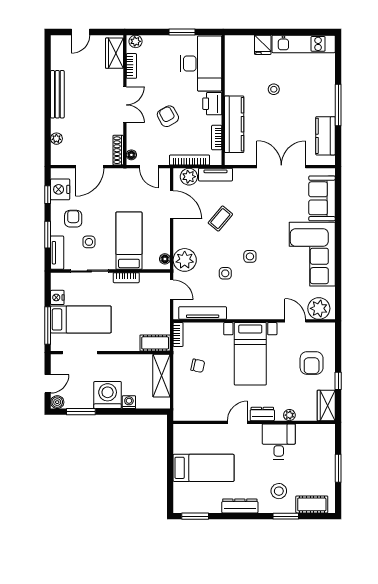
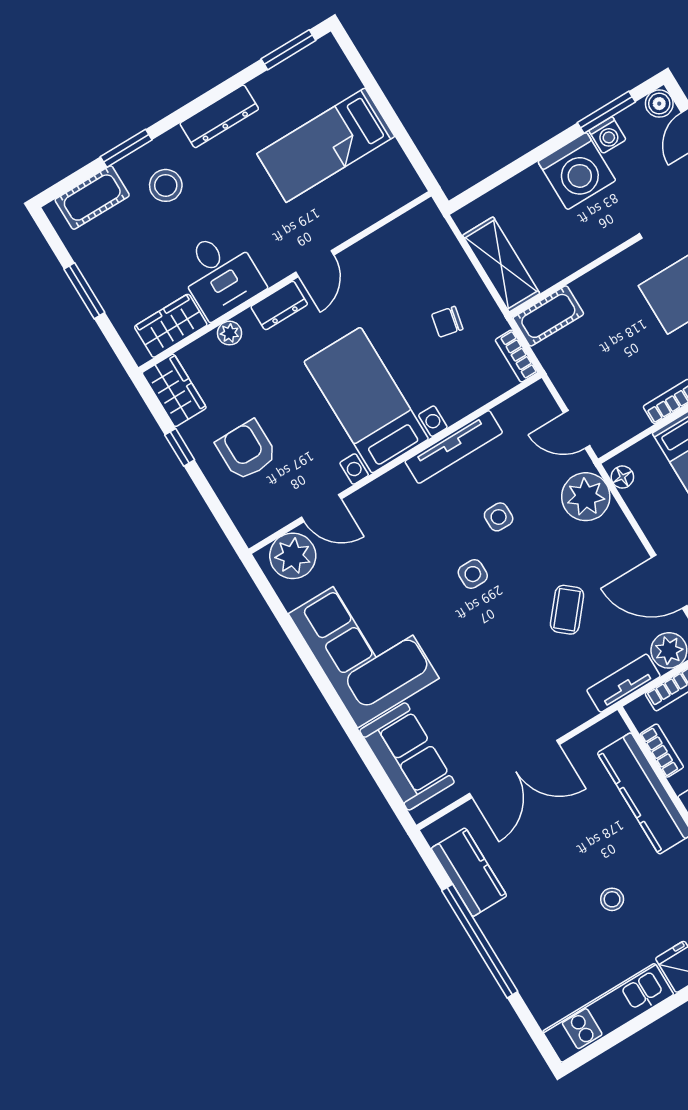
window: (338, 105) -> (480, 941), width x1.46
tv unit: (203, 313) -> (454, 447), moved
washing machine: (129, 402) -> (607, 135), moved
wardrobe: (312, 433) -> (171, 326), added

